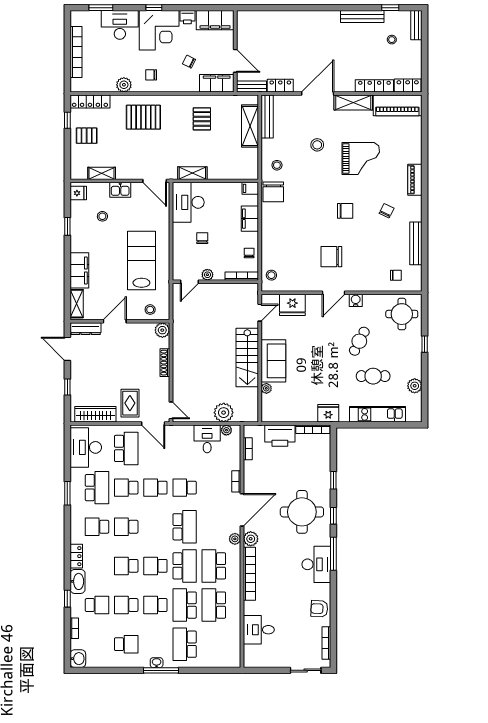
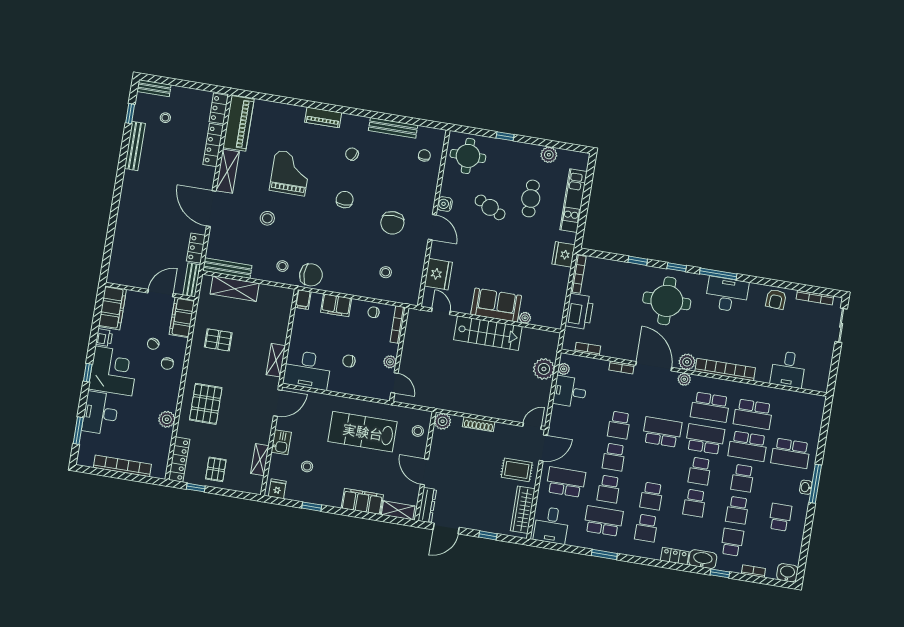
chair: (151, 75) -> (167, 364), moved
stool: (271, 275) -> (386, 272), moved
desk: (86, 447) -> (551, 525), width x0.73

